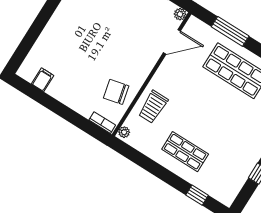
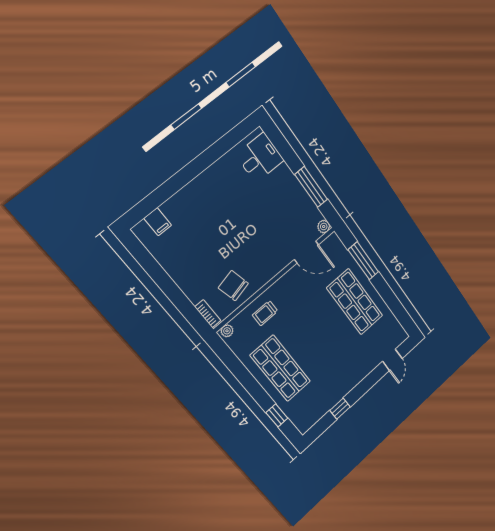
filing cabinet: (43, 80) -> (158, 222), moved, turned 90
trolley: (153, 107) -> (265, 313), width x0.73, depth x0.72
shop shelf: (185, 152) -> (280, 368), width x1.43, depth x1.36

